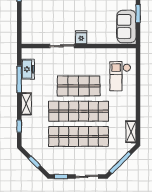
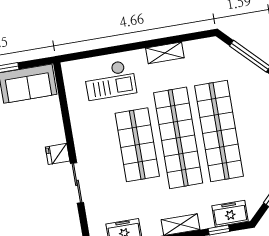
shelving: (131, 132) -> (165, 53), moved
freezer: (28, 135) -> (230, 214), added

